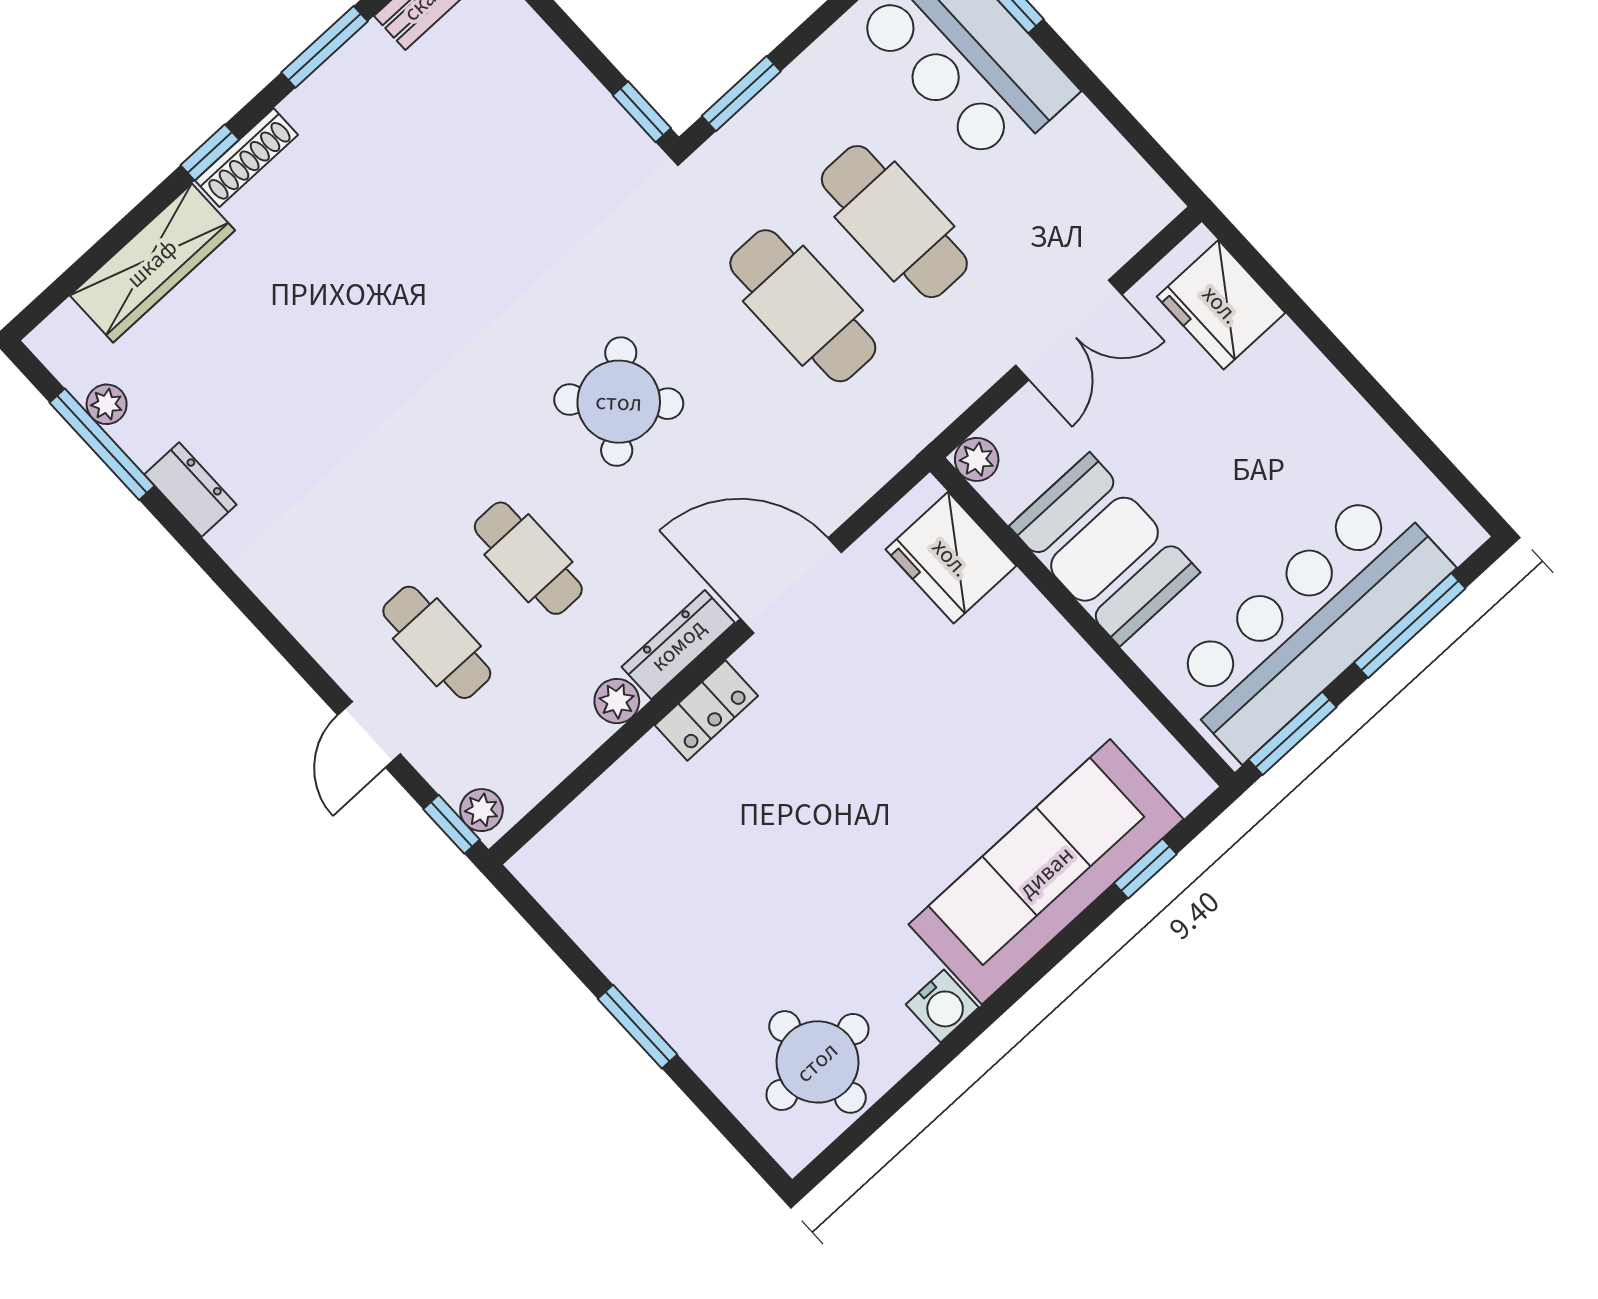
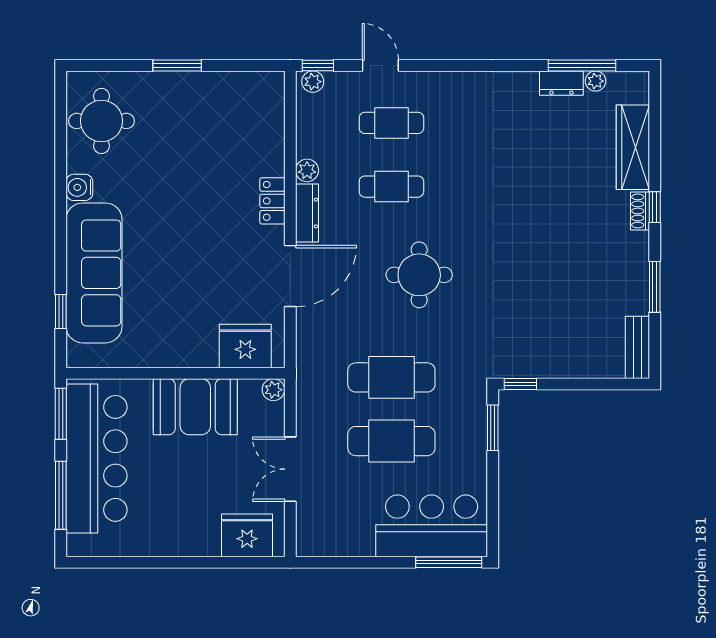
shoe rack: (247, 158) -> (640, 211), width x0.70
round table: (619, 402) -> (419, 275), turned 45
dresser: (190, 490) -> (561, 83), moved

